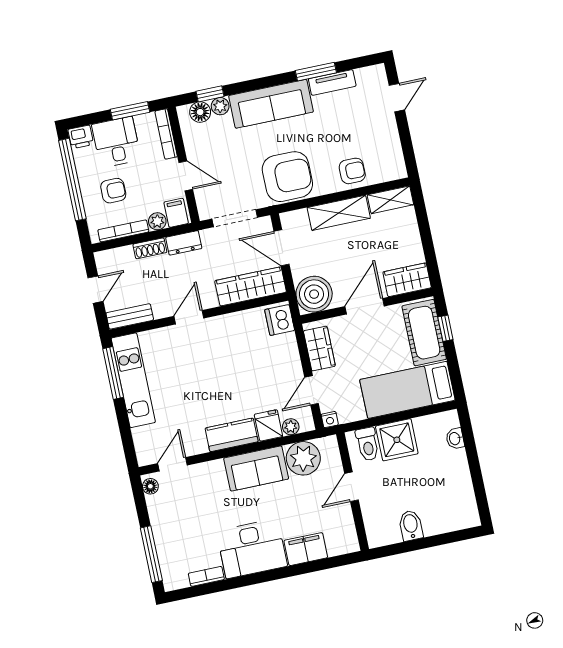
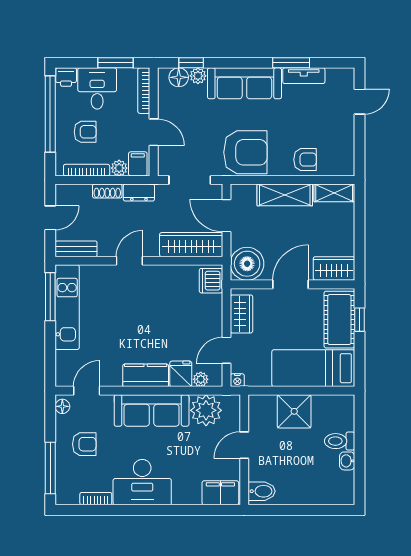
washbasin: (455, 439) -> (347, 461), moved
toilet: (367, 444) -> (340, 441), moved, turned 90
sofa: (256, 468) -> (152, 410), width x1.36
armchair: (182, 521) -> (84, 444), added
bidet: (411, 525) -> (262, 491), moved, turned 90
filing cabinet: (306, 549) -> (220, 493), moved

